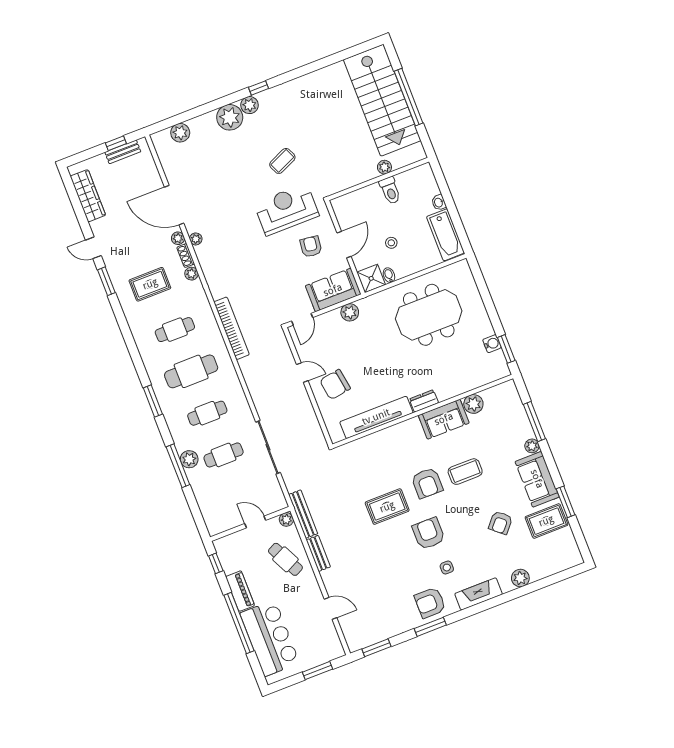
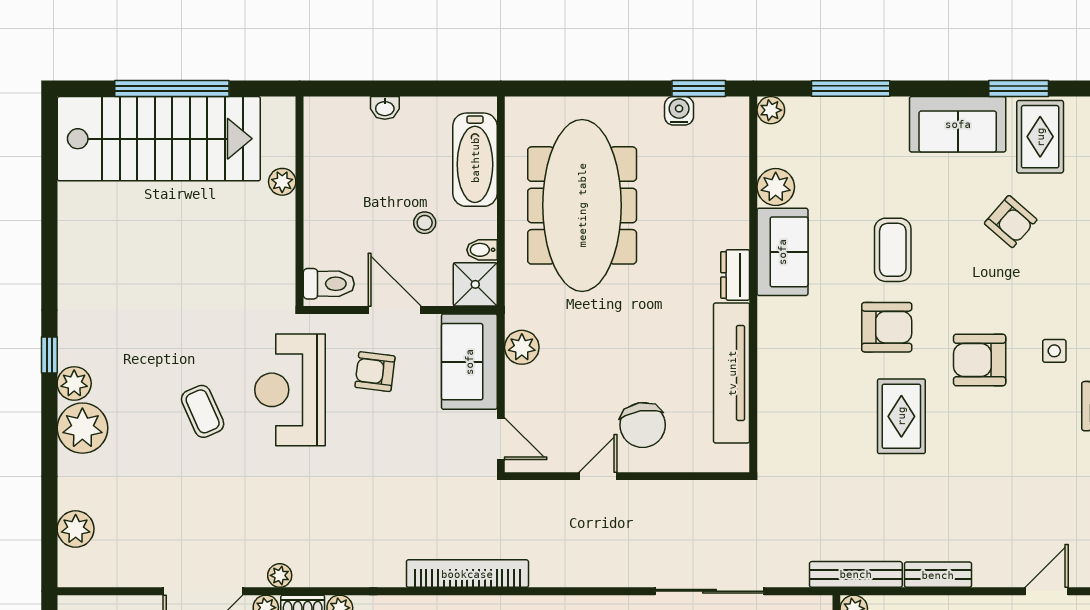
coffee table: (282, 161) -> (203, 411), moved
toilet: (390, 191) -> (329, 284), moved
bathtub: (445, 235) -> (475, 160), moved, turned 90
meeting table: (429, 315) -> (582, 205), width x1.36
plant: (532, 446) -> (771, 110), moved

